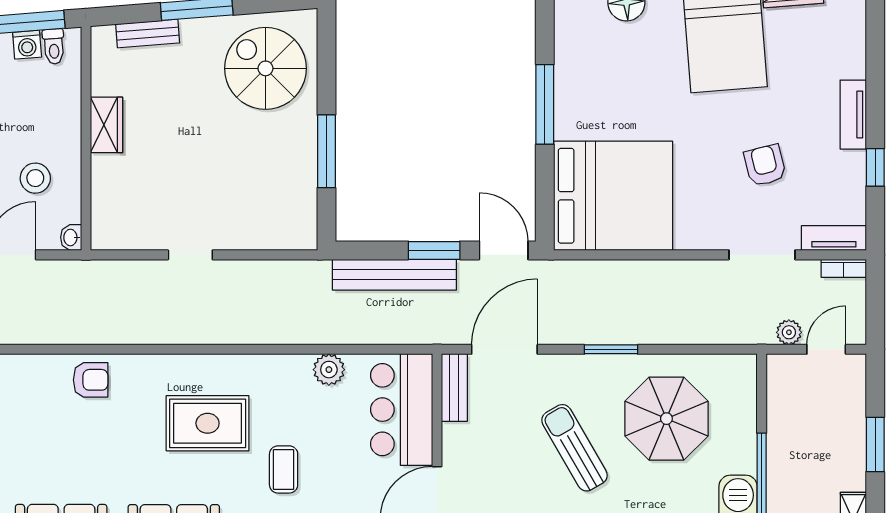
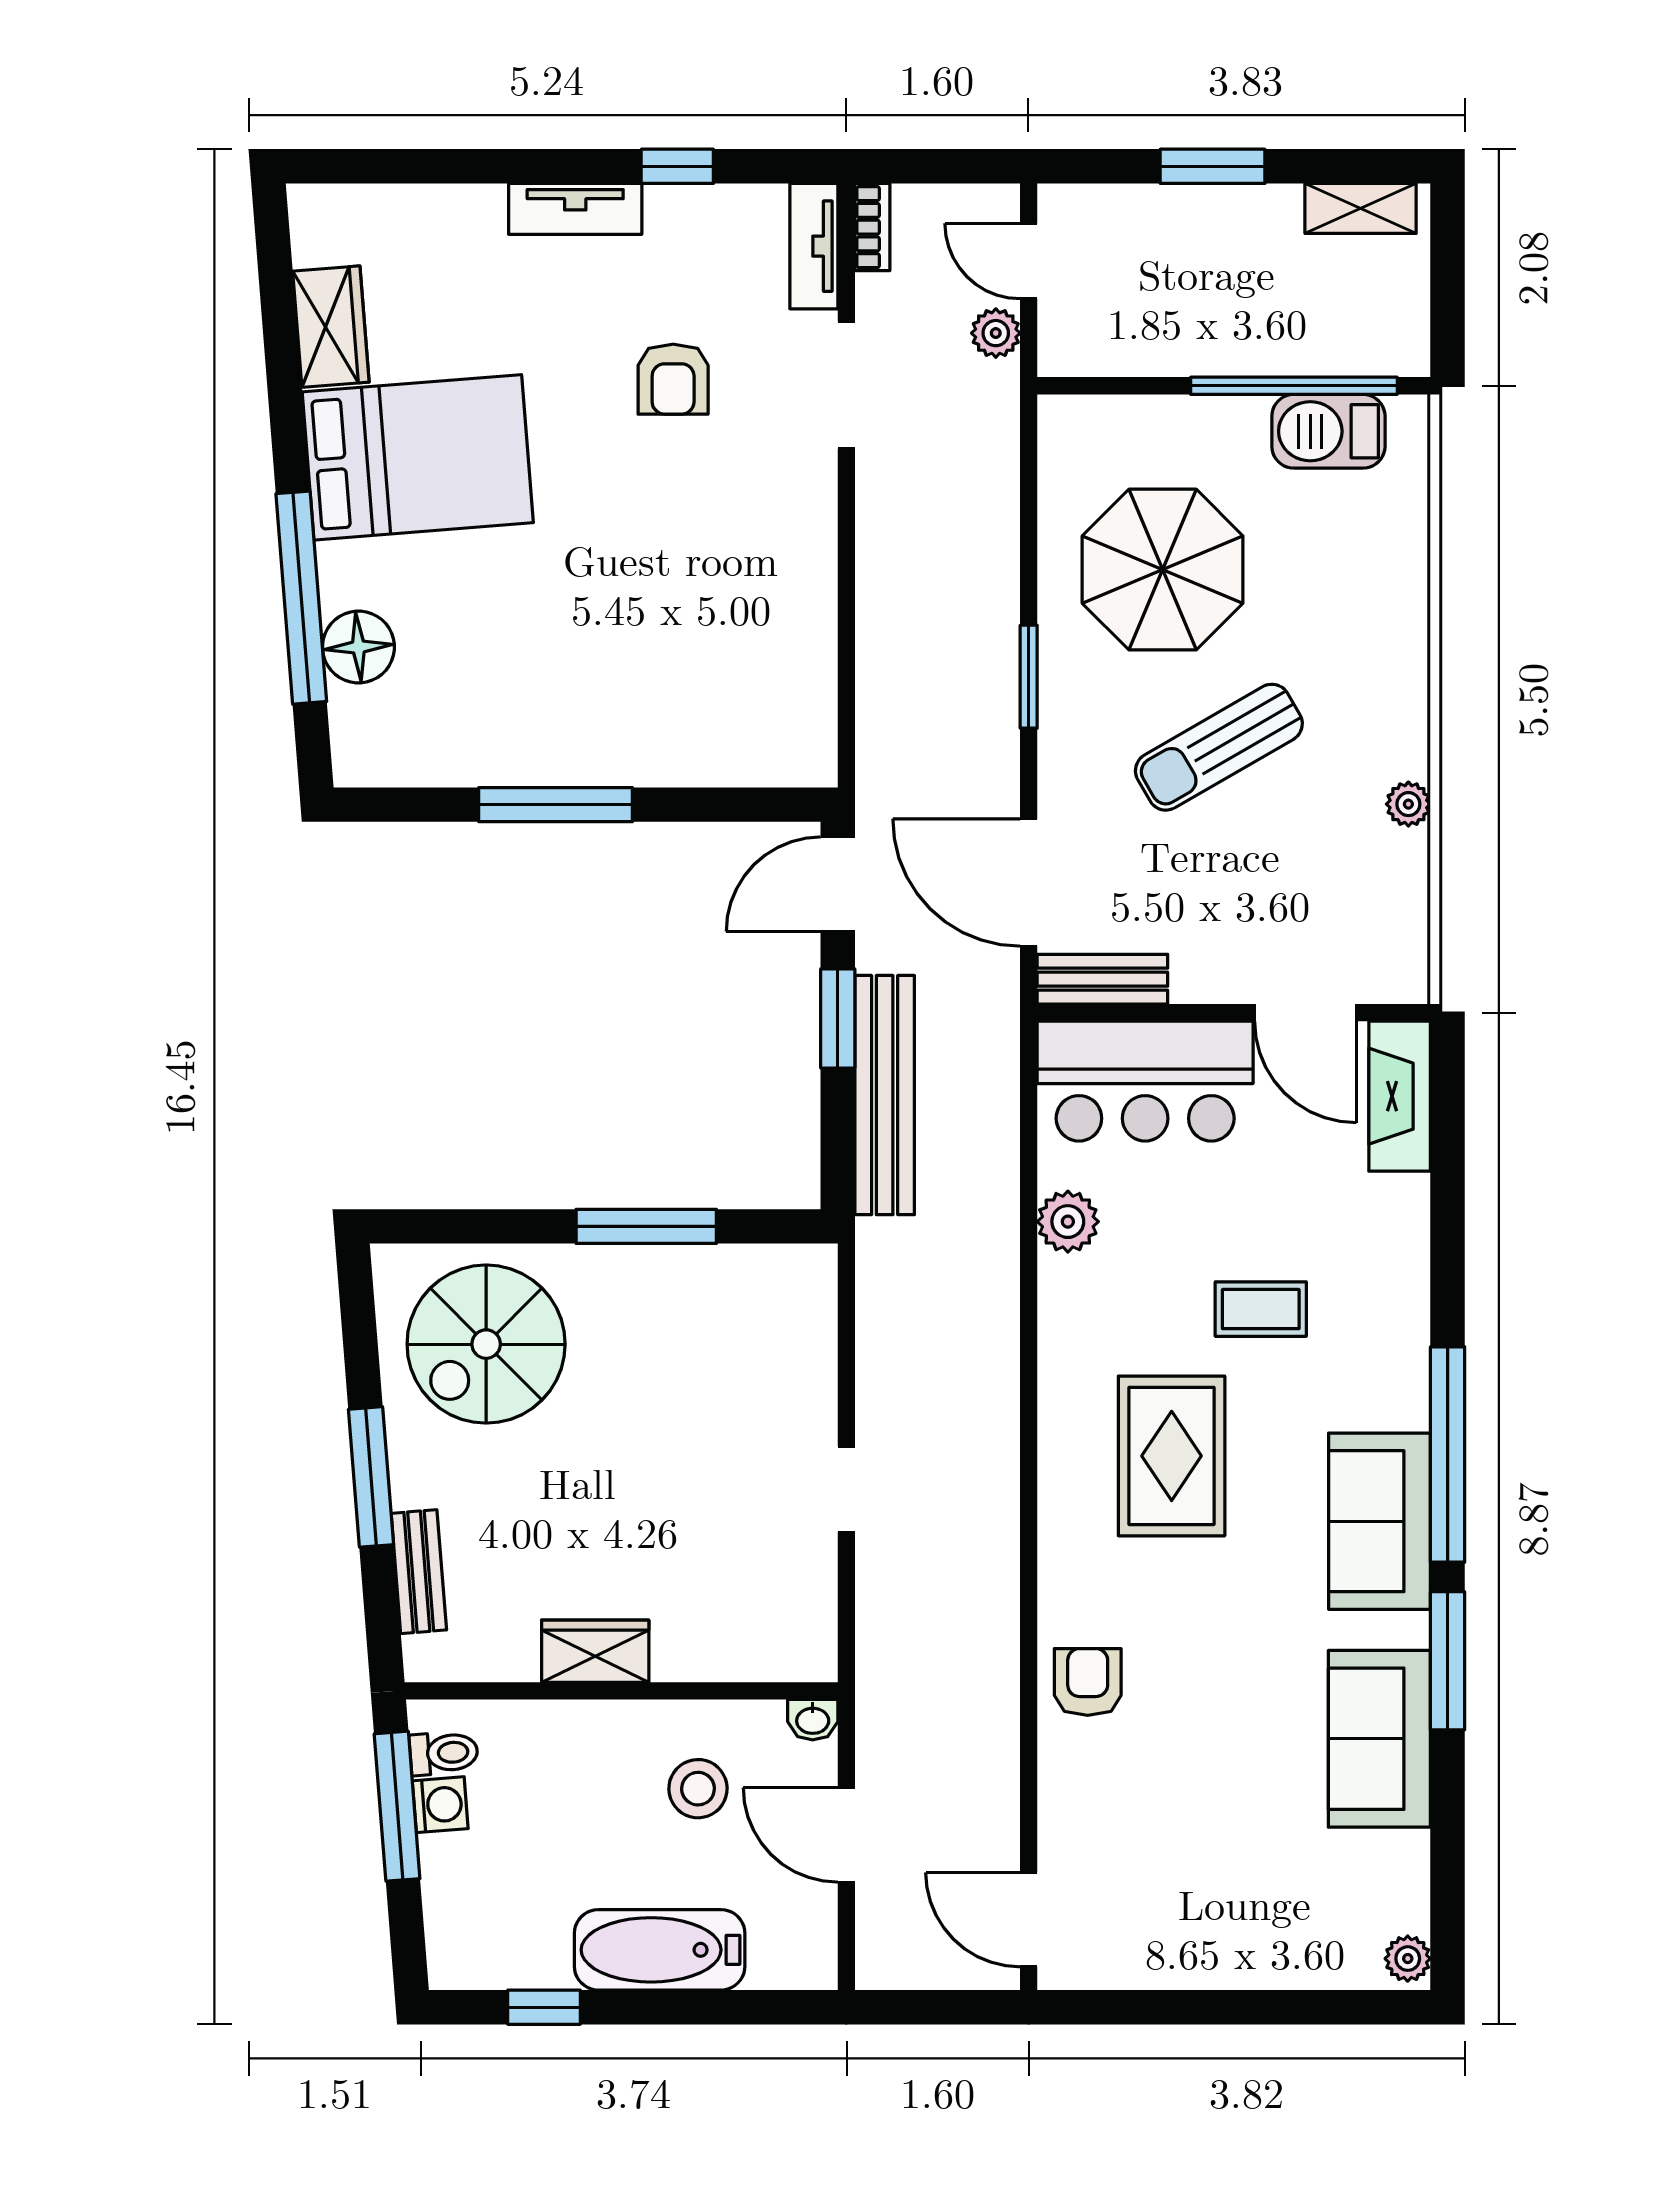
armchair: (765, 165) -> (673, 379), turned -76
bed: (613, 196) -> (732, 673), removed

